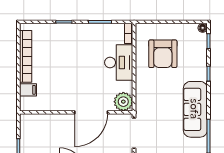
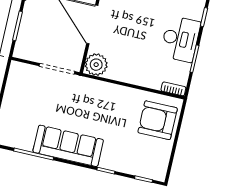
floor lamp: (203, 28) -> (160, 176), removed
armchair: (163, 54) -> (158, 120), moved
desk: (119, 63) -> (180, 39), moved, turned -90

